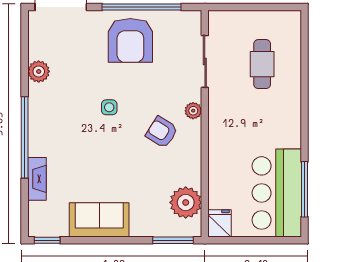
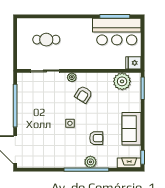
armchair: (130, 40) -> (96, 138), moved, width x0.53, depth x0.53
plant: (39, 71) -> (90, 162), moved
fireplace: (37, 179) -> (129, 163), moved

